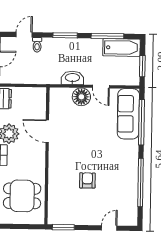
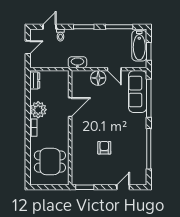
bathtub: (122, 47) -> (139, 46), moved, turned 90
washbasin: (72, 78) -> (77, 62), moved
door: (47, 131) -> (70, 107), swing flipped

